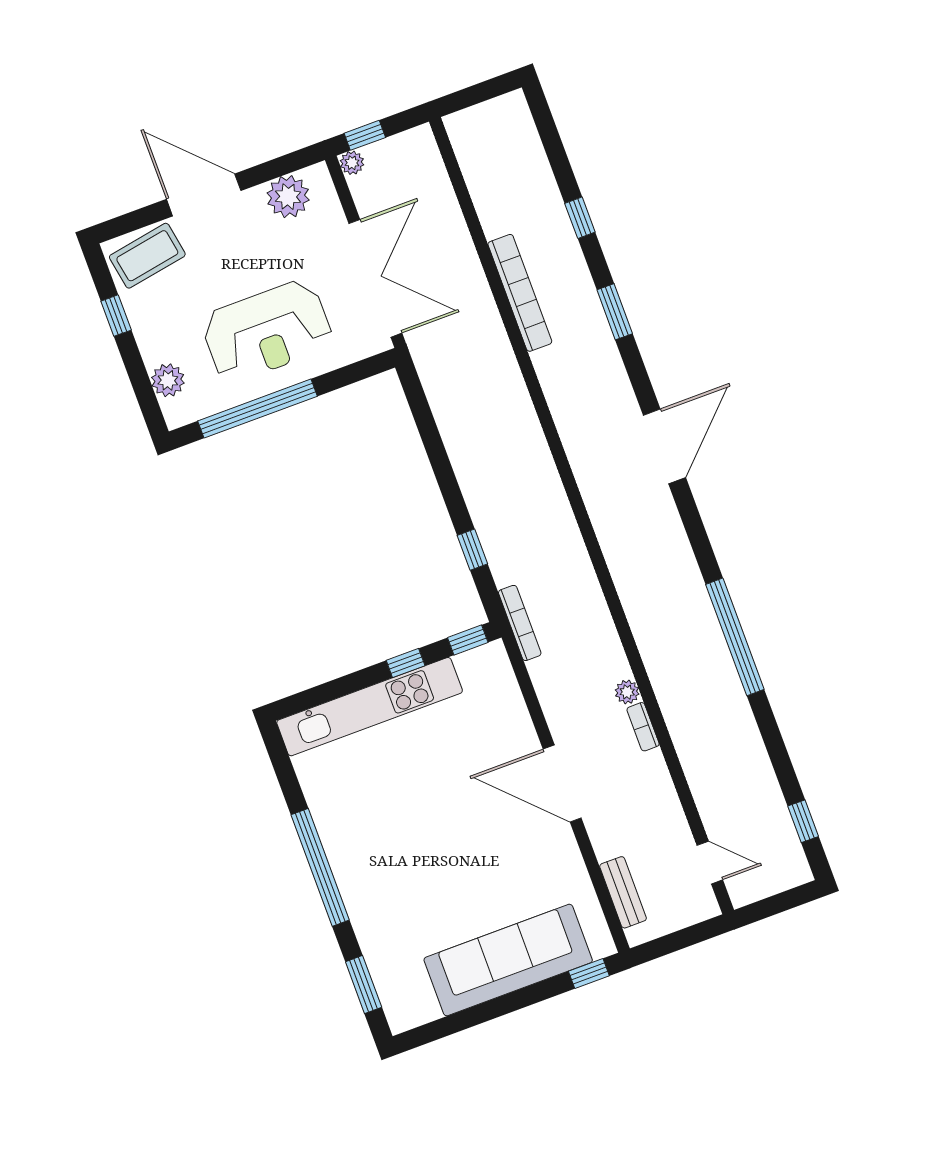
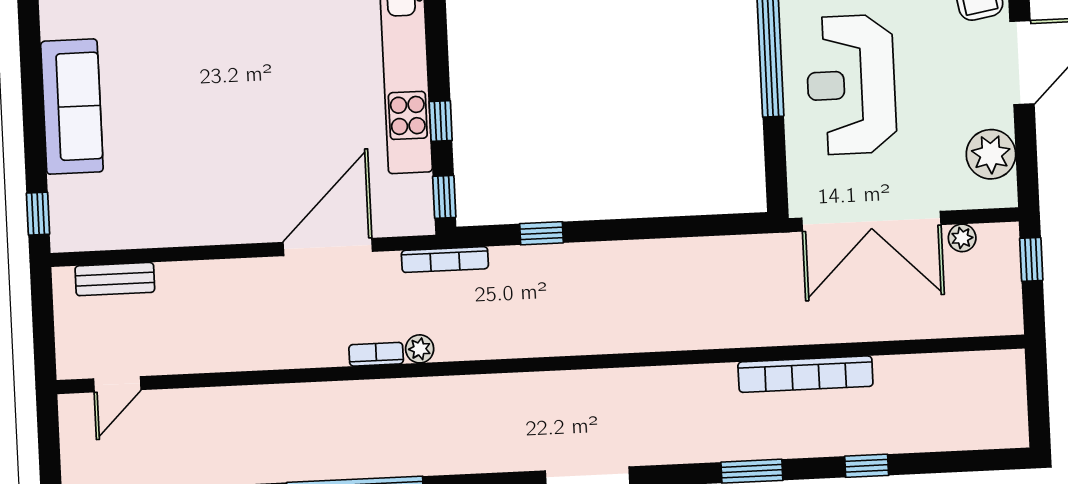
plant: (352, 163) -> (962, 238), moved
plant: (627, 692) -> (420, 349), moved
bookcase: (643, 727) -> (376, 354), moved
door: (562, 784) -> (328, 247), moved
sofa: (508, 960) -> (72, 107), width x0.74, depth x0.79

